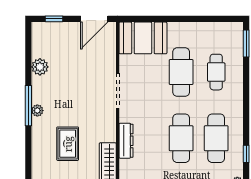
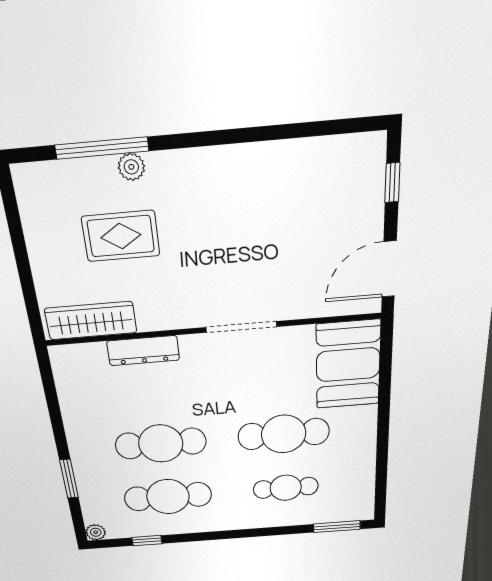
door: (94, 19) -> (389, 269), hinge flipped
plant: (40, 67) -> (285, 159), removed
window: (28, 106) -> (102, 148), moved
plant: (37, 111) -> (131, 167), moved

